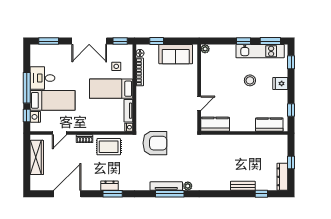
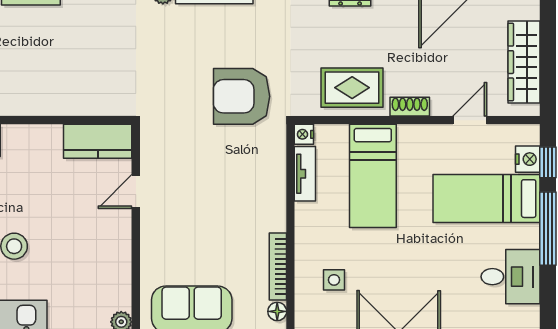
desk: (42, 78) -> (511, 277), moved
bed: (111, 89) -> (373, 176), moved, turned 90

